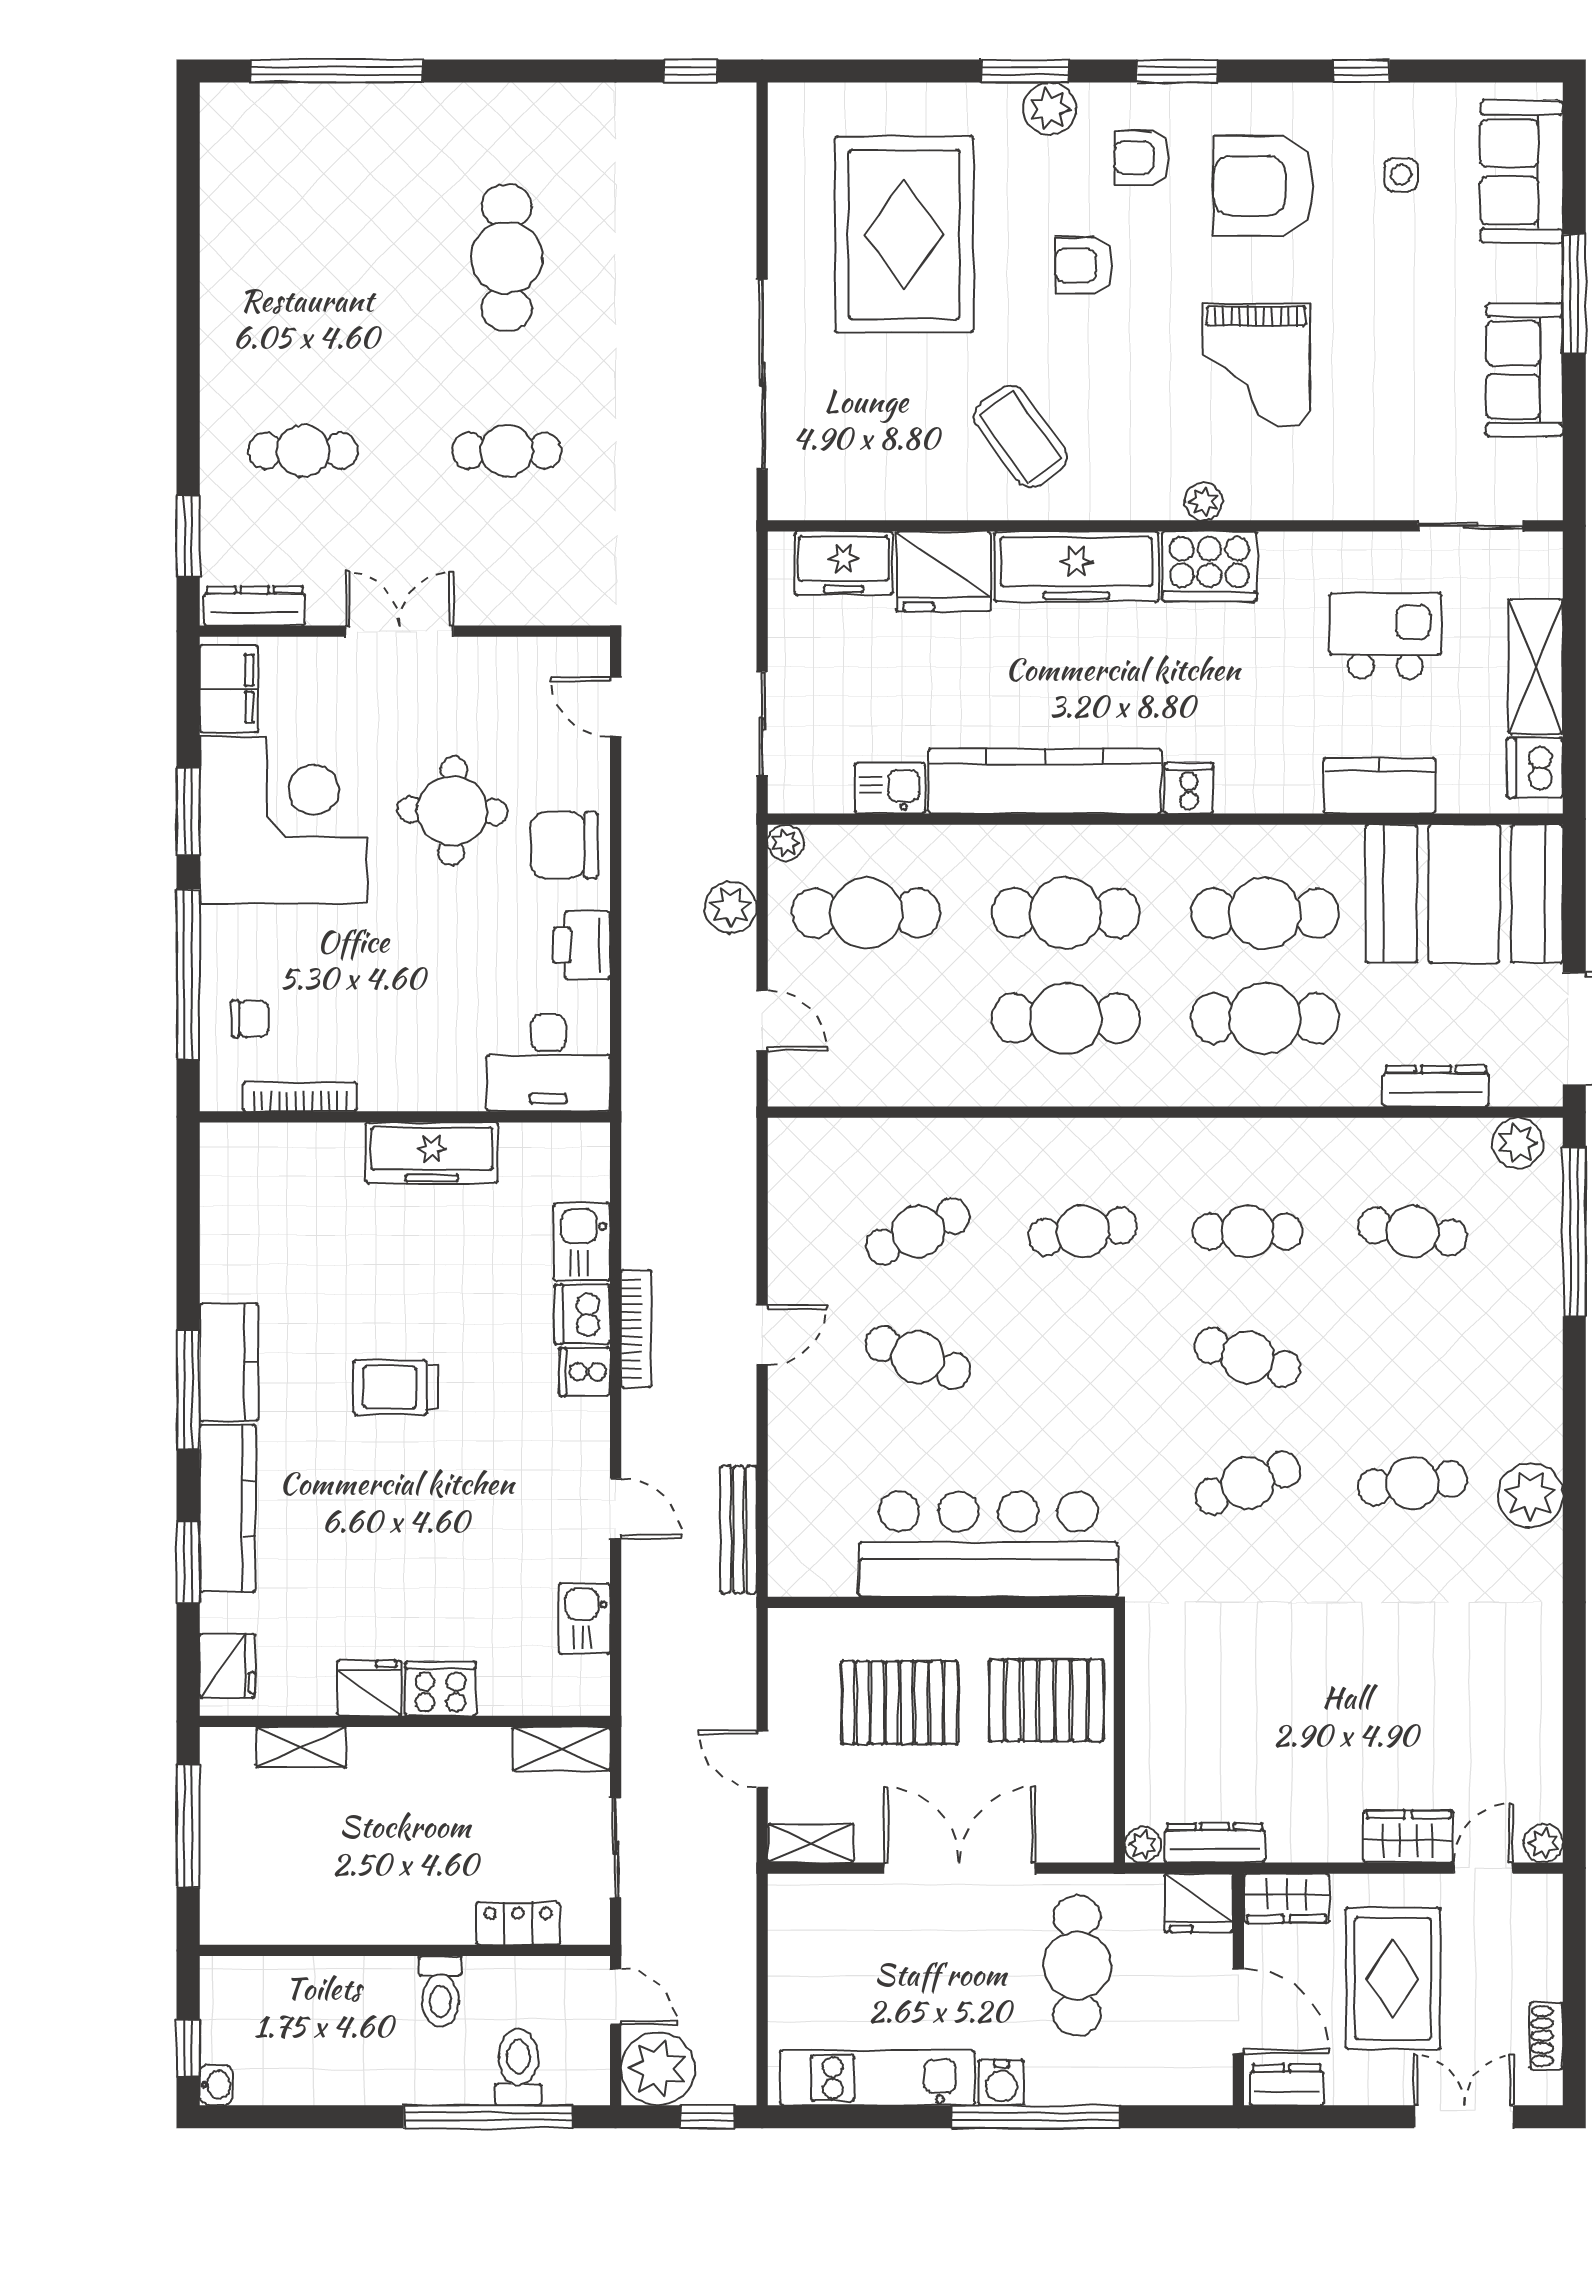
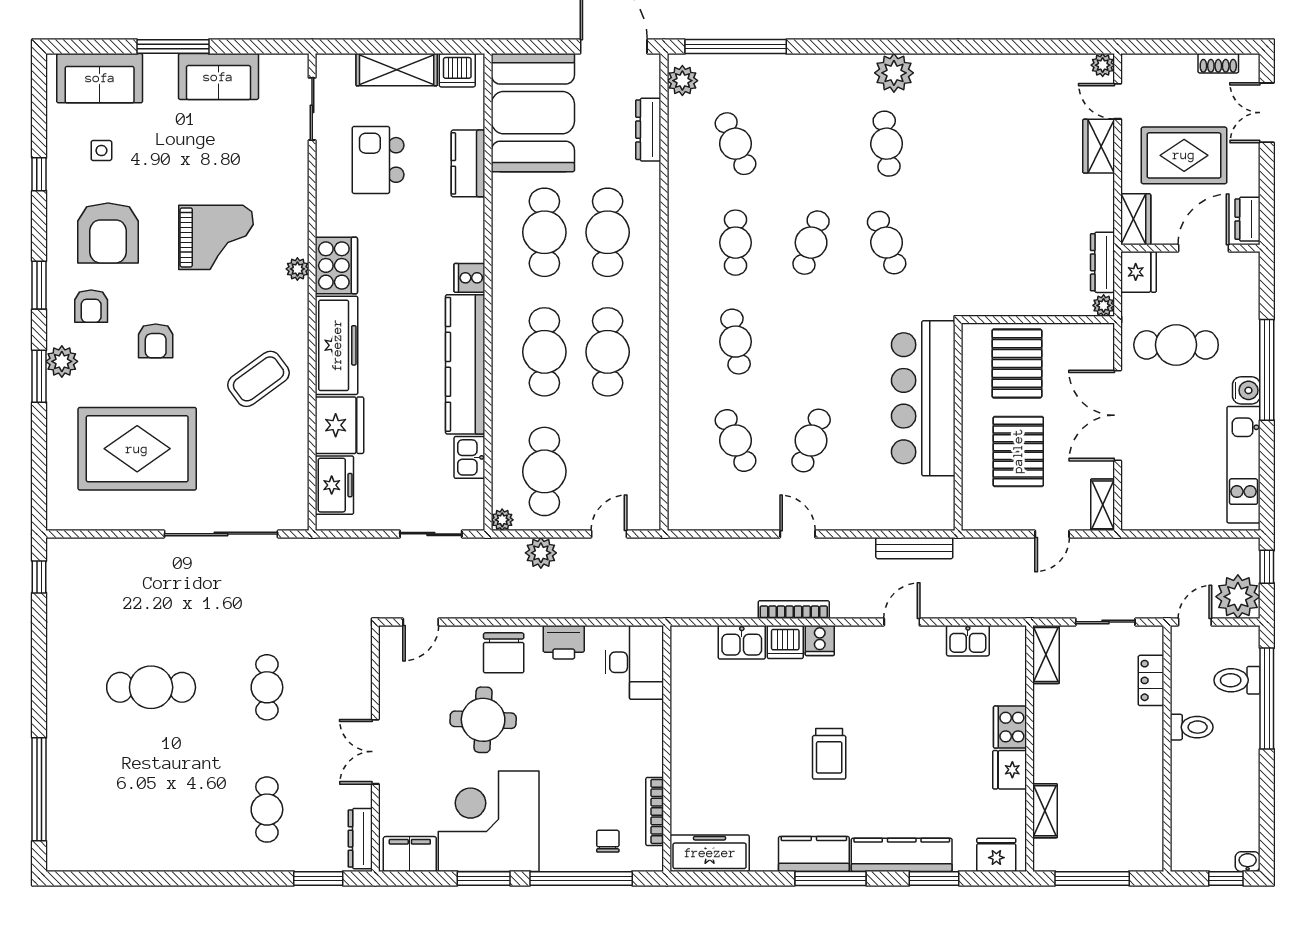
freezer: (432, 1153) -> (710, 853), moved, turned -90
cafe table: (1412, 1231) -> (735, 144), turned -33

